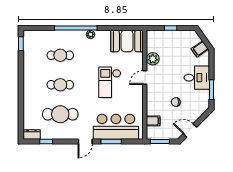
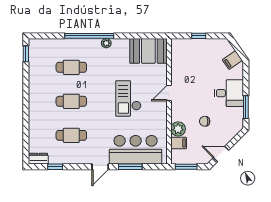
plant: (153, 59) -> (178, 129), moved
cafe table: (60, 114) -> (71, 135), width x0.73, depth x0.74

